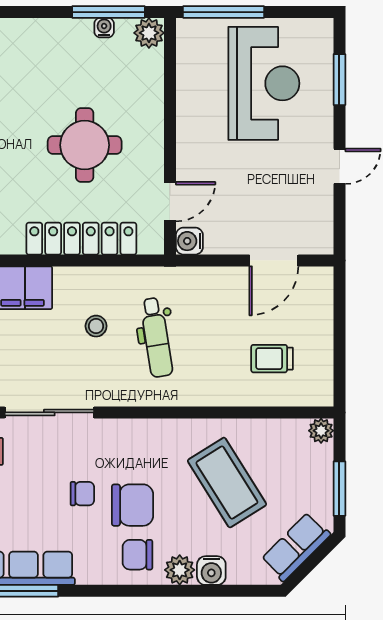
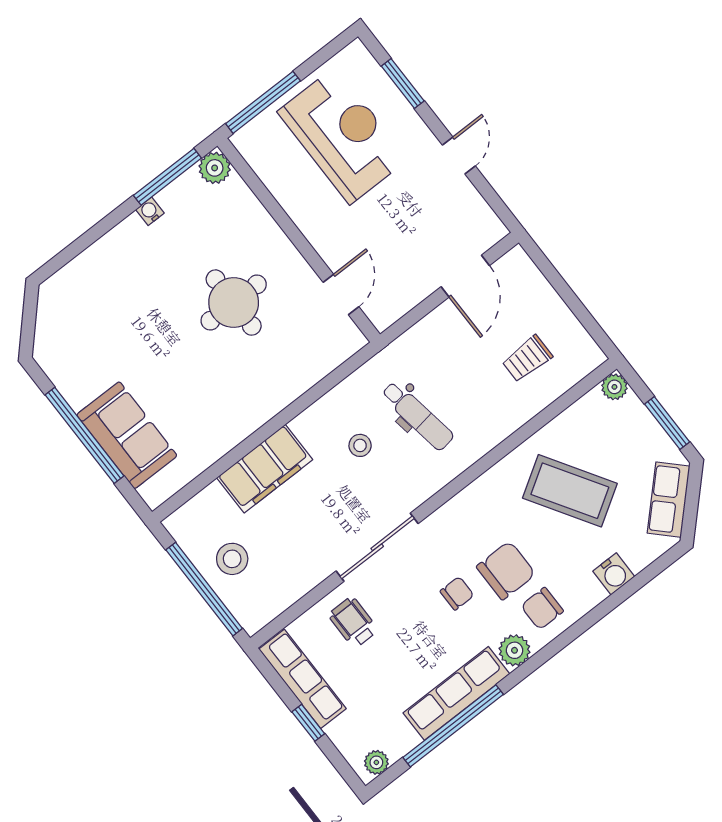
water cooler: (104, 28) -> (150, 211), moved
locker: (81, 239) -> (291, 382), removed
water cooler: (189, 241) -> (383, 315), removed
plant: (180, 570) -> (515, 650), moved

